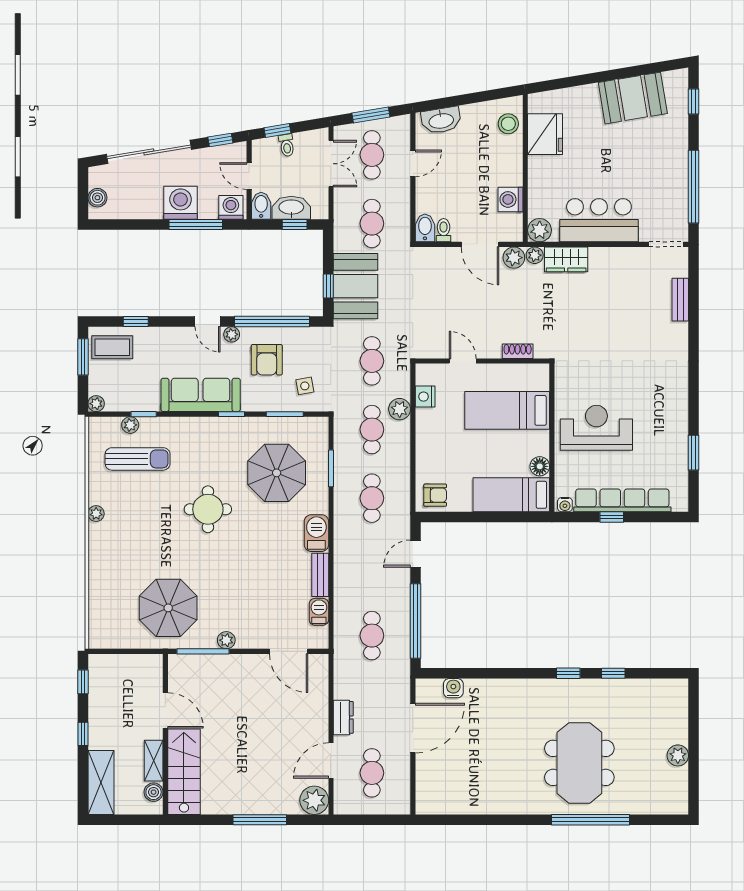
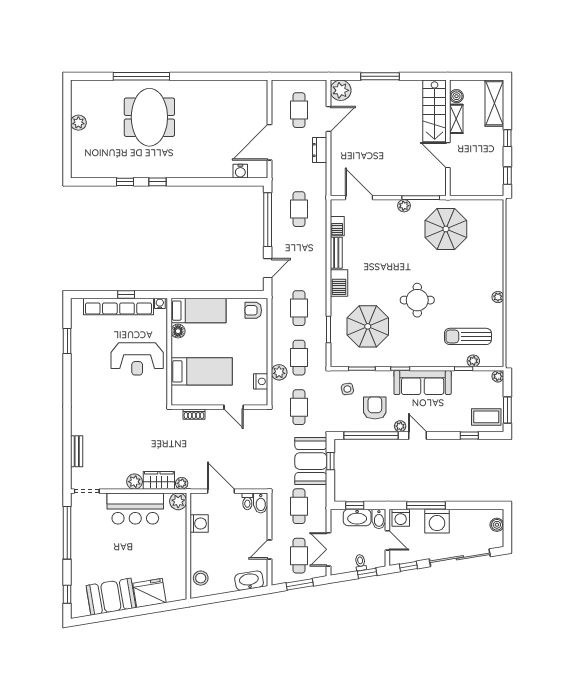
fridge: (545, 134) -> (149, 593), moved, turned 81
plant: (514, 258) -> (135, 482), moved

